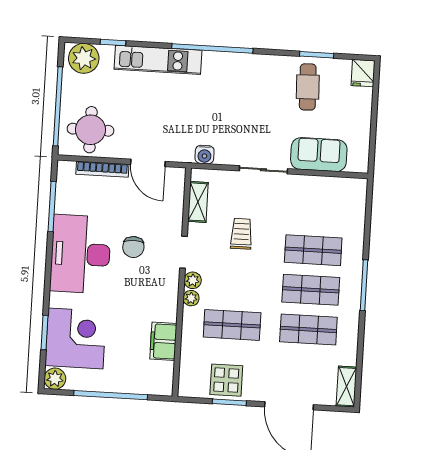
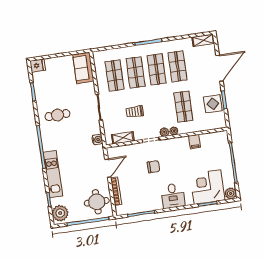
cafe table: (308, 87) -> (57, 115), moved
sofa: (319, 155) -> (83, 68), moved
shop shelf: (315, 211) -> (115, 75), added
desk: (80, 254) -> (173, 196), width x0.53, depth x0.77
filing cabinet: (163, 341) -> (194, 142), width x0.50

